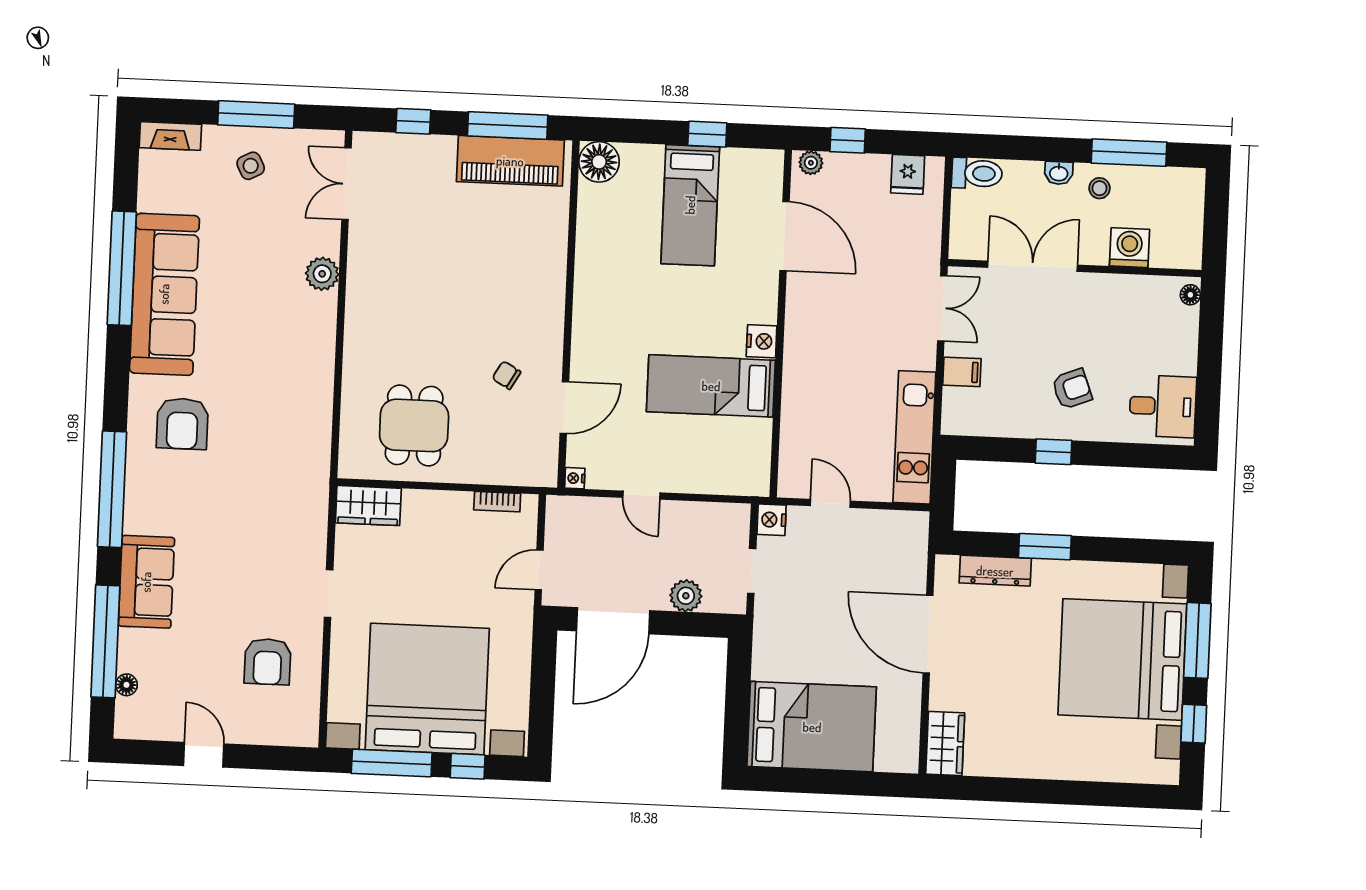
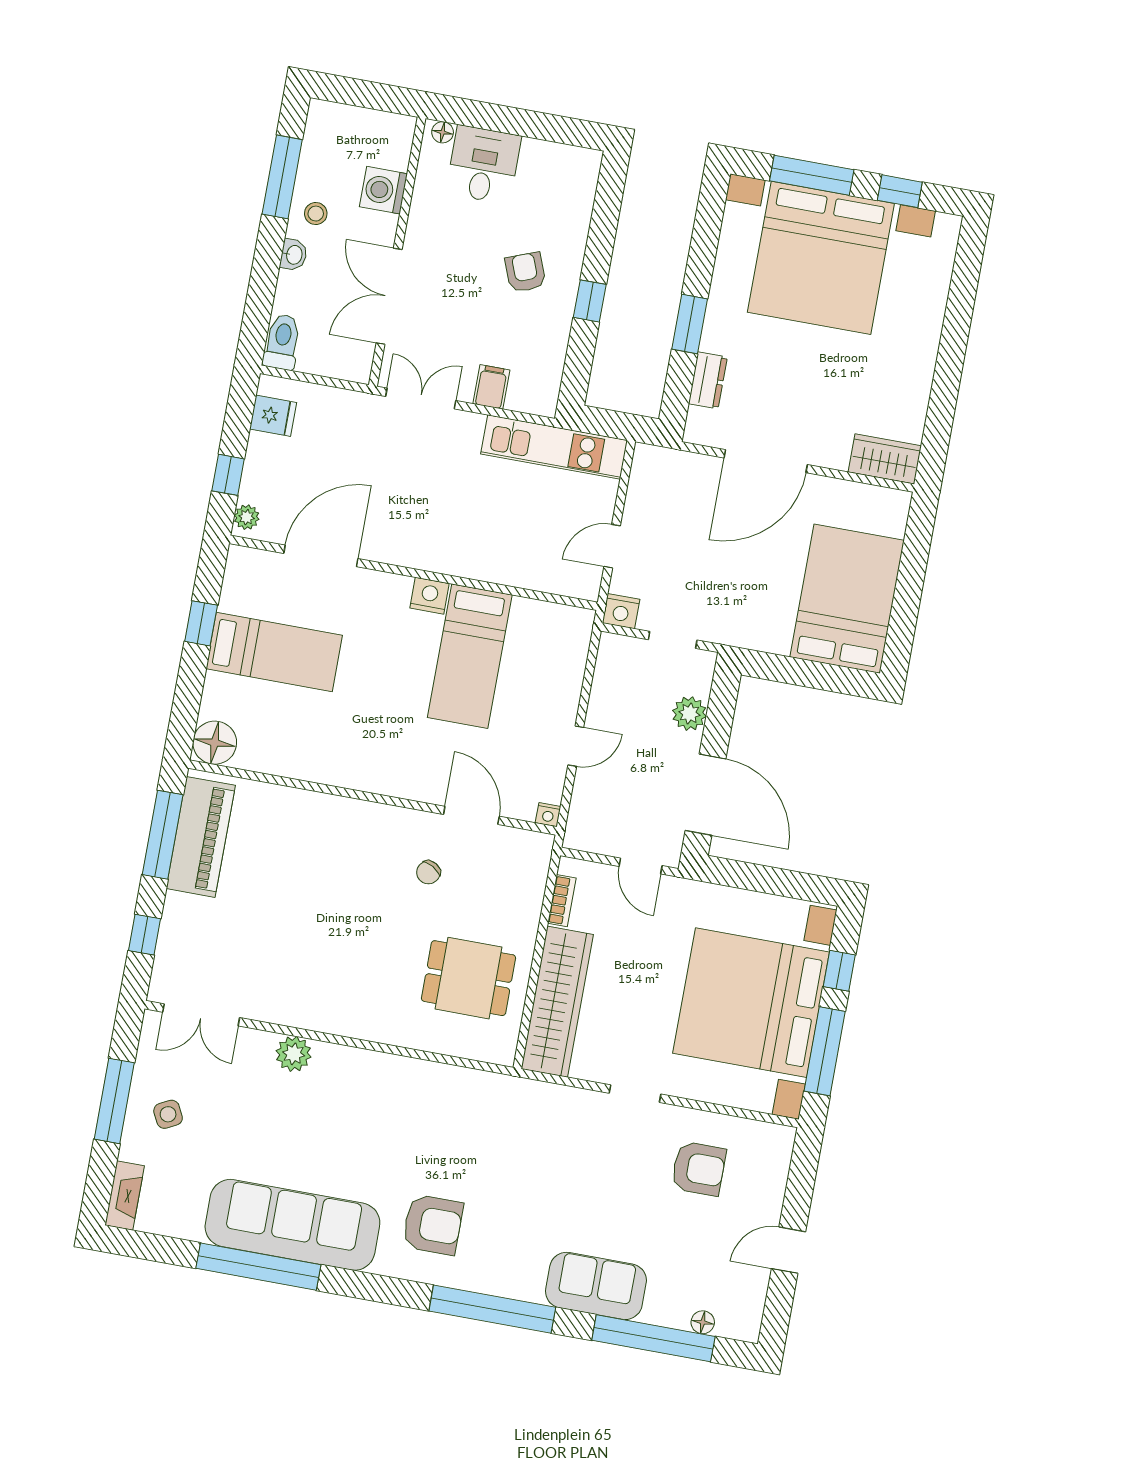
desk: (1163, 406) -> (483, 165), moved
wardrobe: (368, 506) -> (557, 1002), width x2.10, depth x1.17
dresser: (995, 571) -> (708, 380), width x0.70

